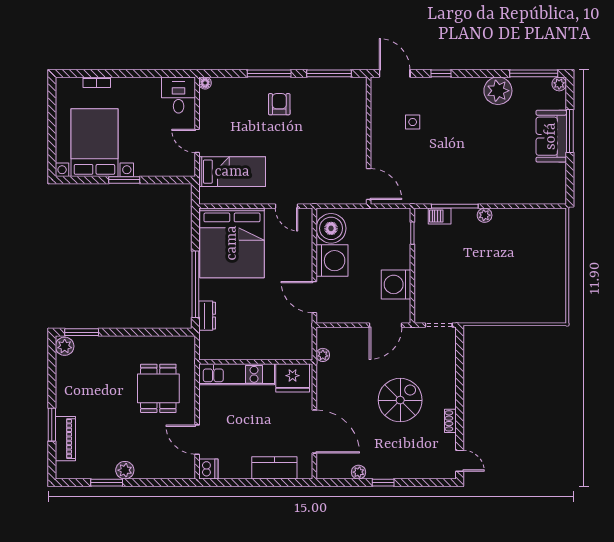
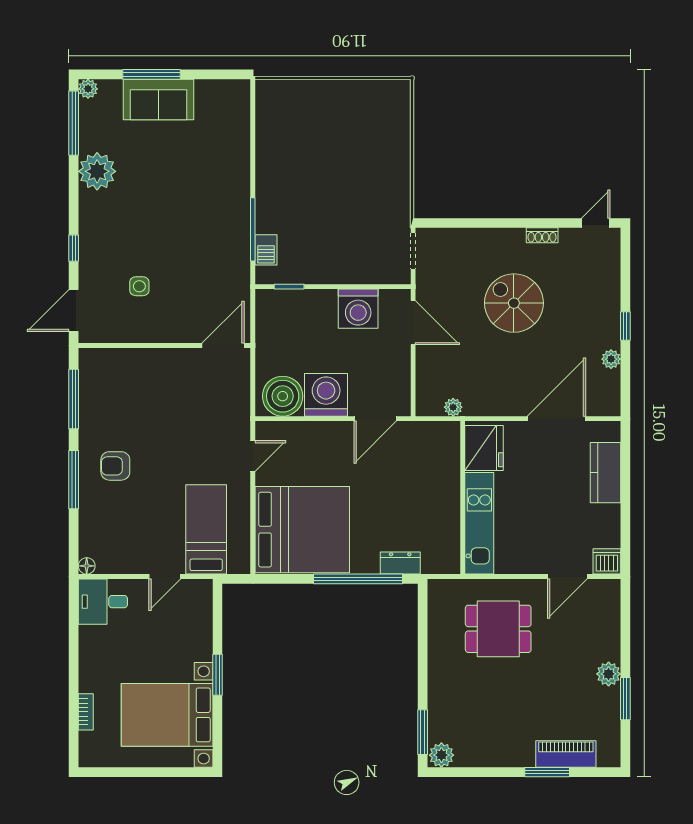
plant: (485, 215) -> (265, 189), removed

